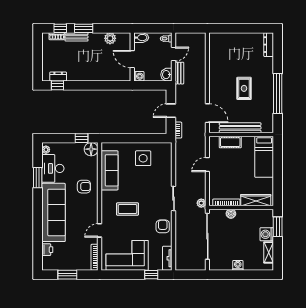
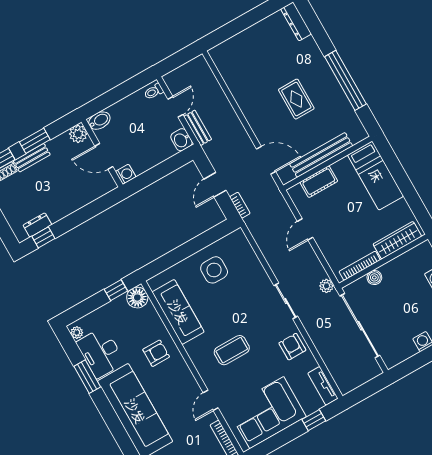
bidet: (141, 38) -> (99, 121), moved
wall: (132, 57) -> (102, 153), moved
door: (132, 59) -> (104, 156), moved
washing machine: (139, 76) -> (126, 174), moved

